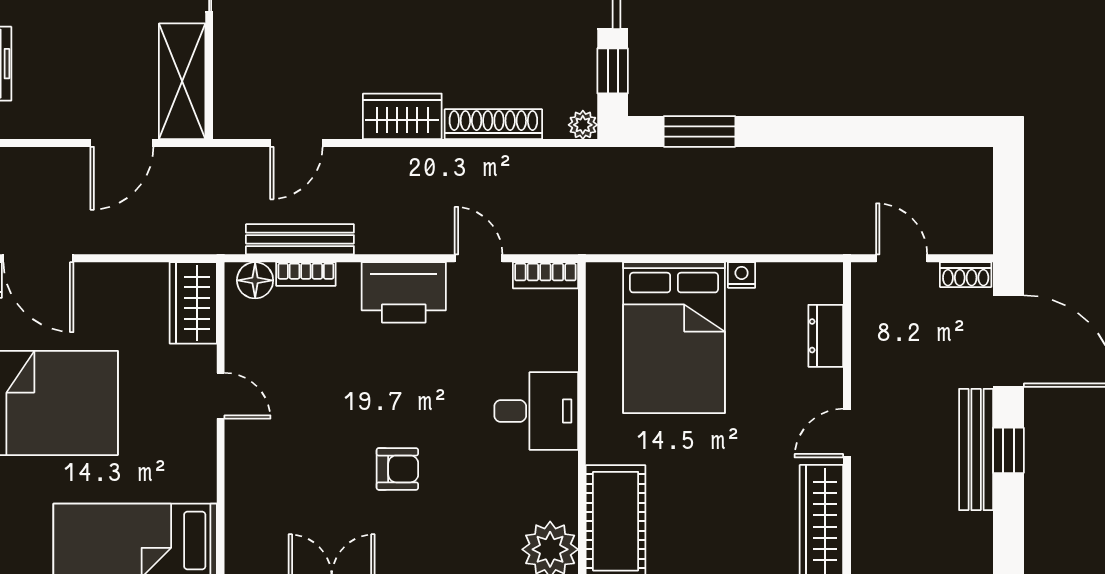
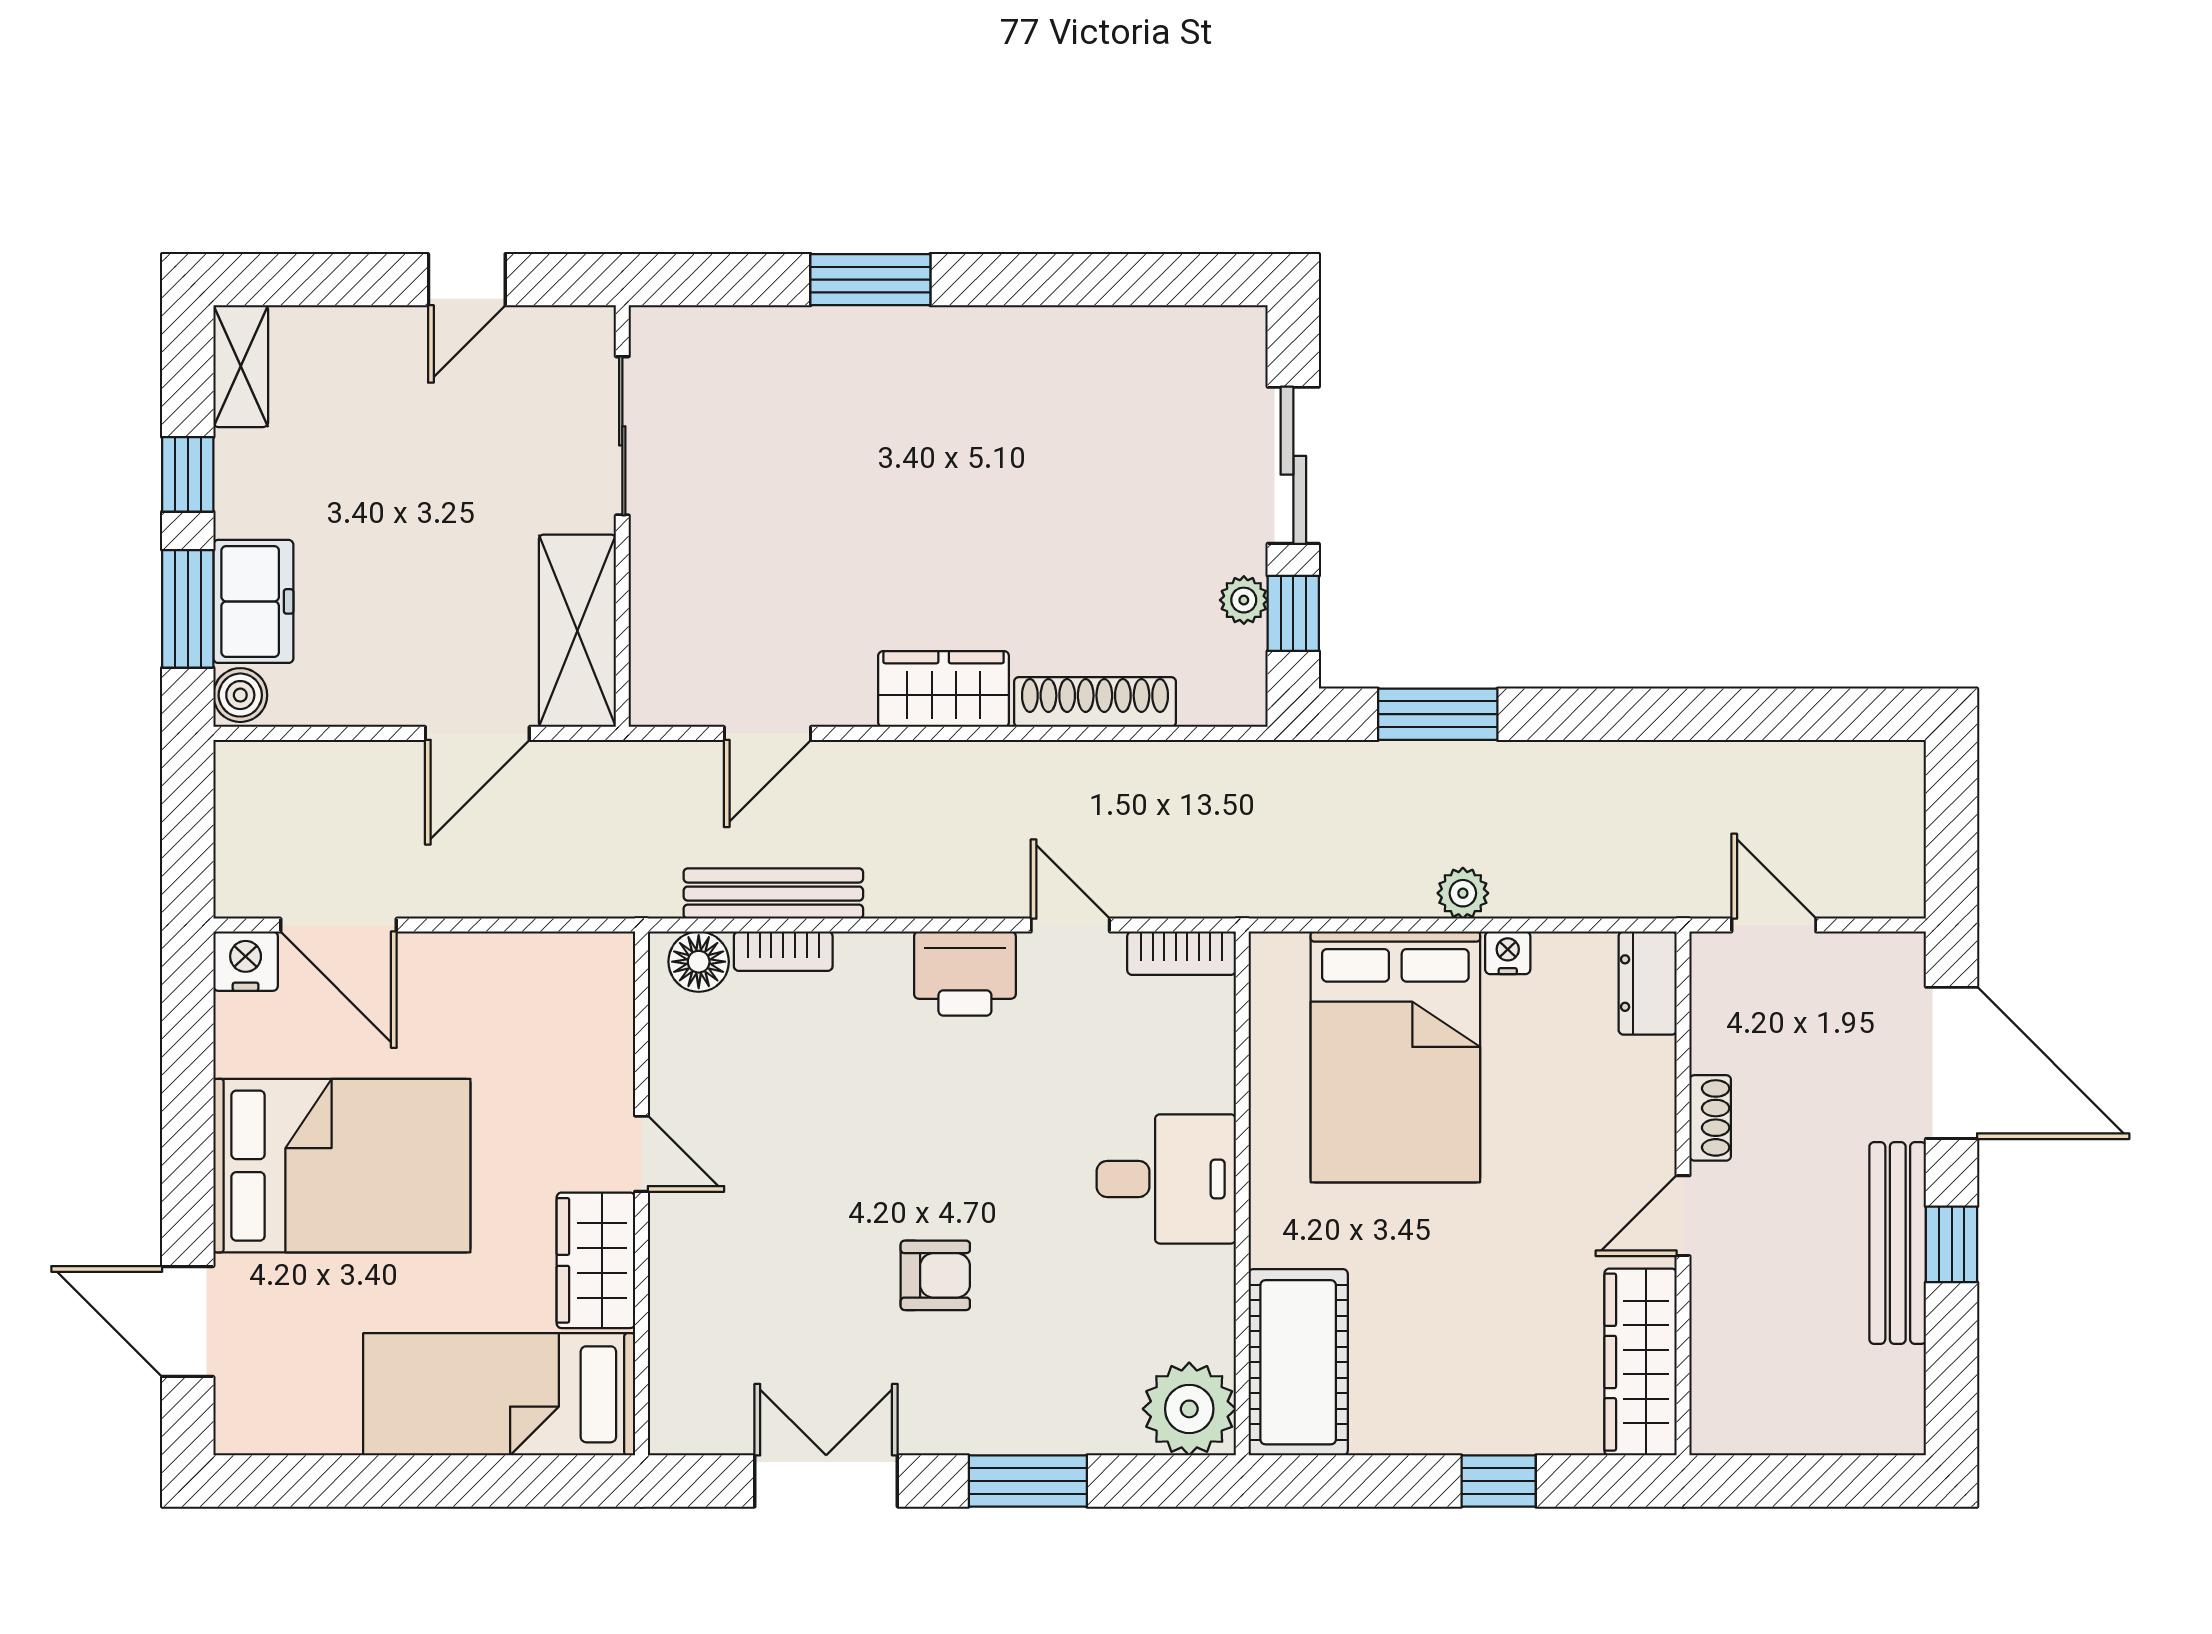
plant: (583, 125) -> (1244, 600), moved
plant: (715, 239) -> (1463, 893), added
shoe rack: (966, 275) -> (1710, 1118), moved, turned -90
printer: (404, 292) -> (965, 974), width x0.73, depth x0.84
wardrobe: (193, 303) -> (596, 1260), moved
dresser: (826, 336) -> (1648, 983), moved

